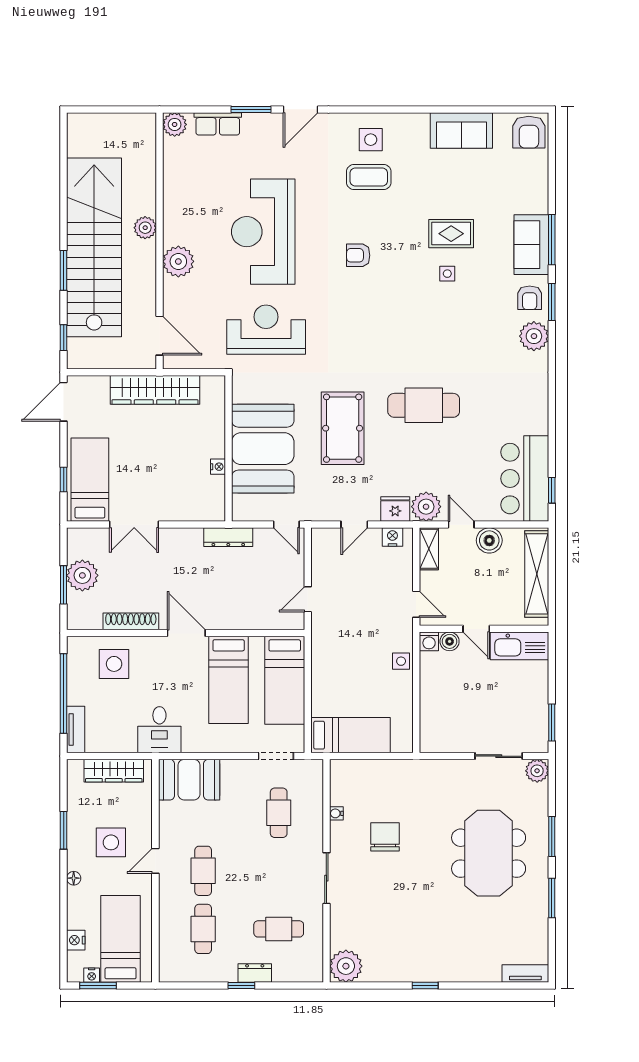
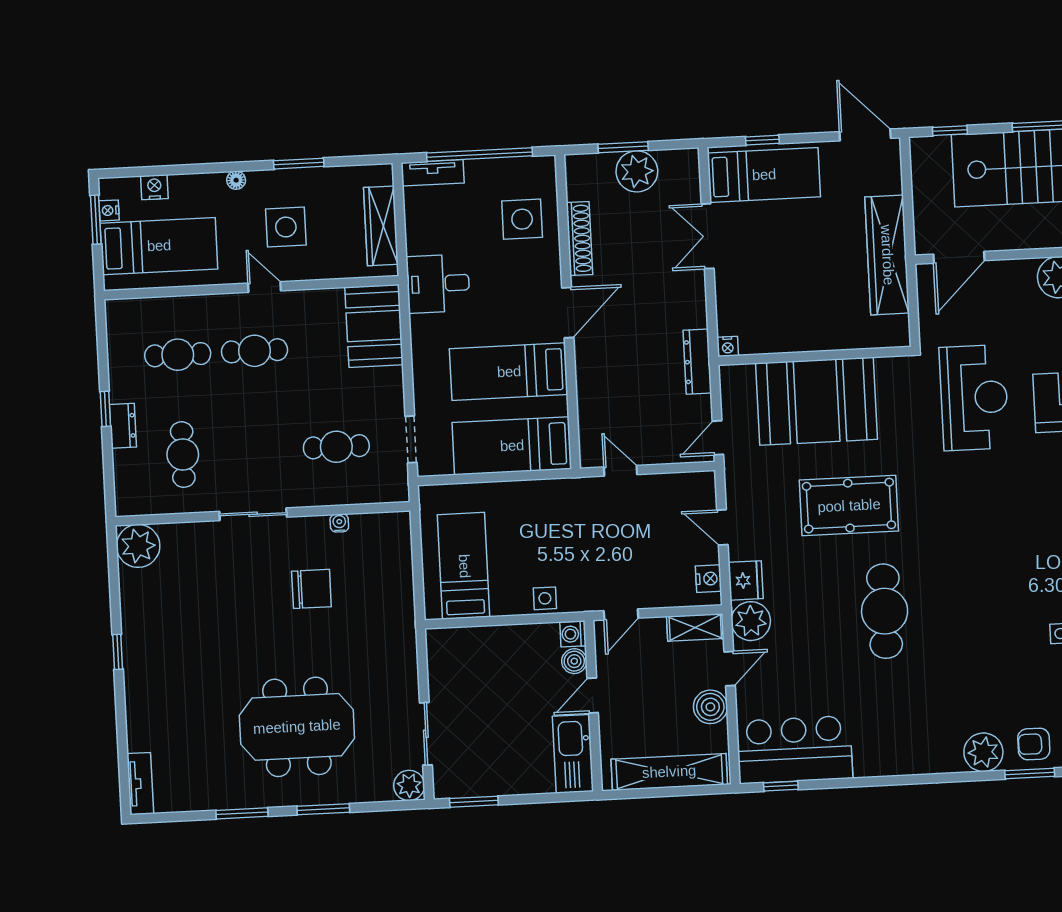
nightstand: (218, 467) -> (728, 346), moved
bed: (350, 735) -> (464, 566), moved, turned 180

